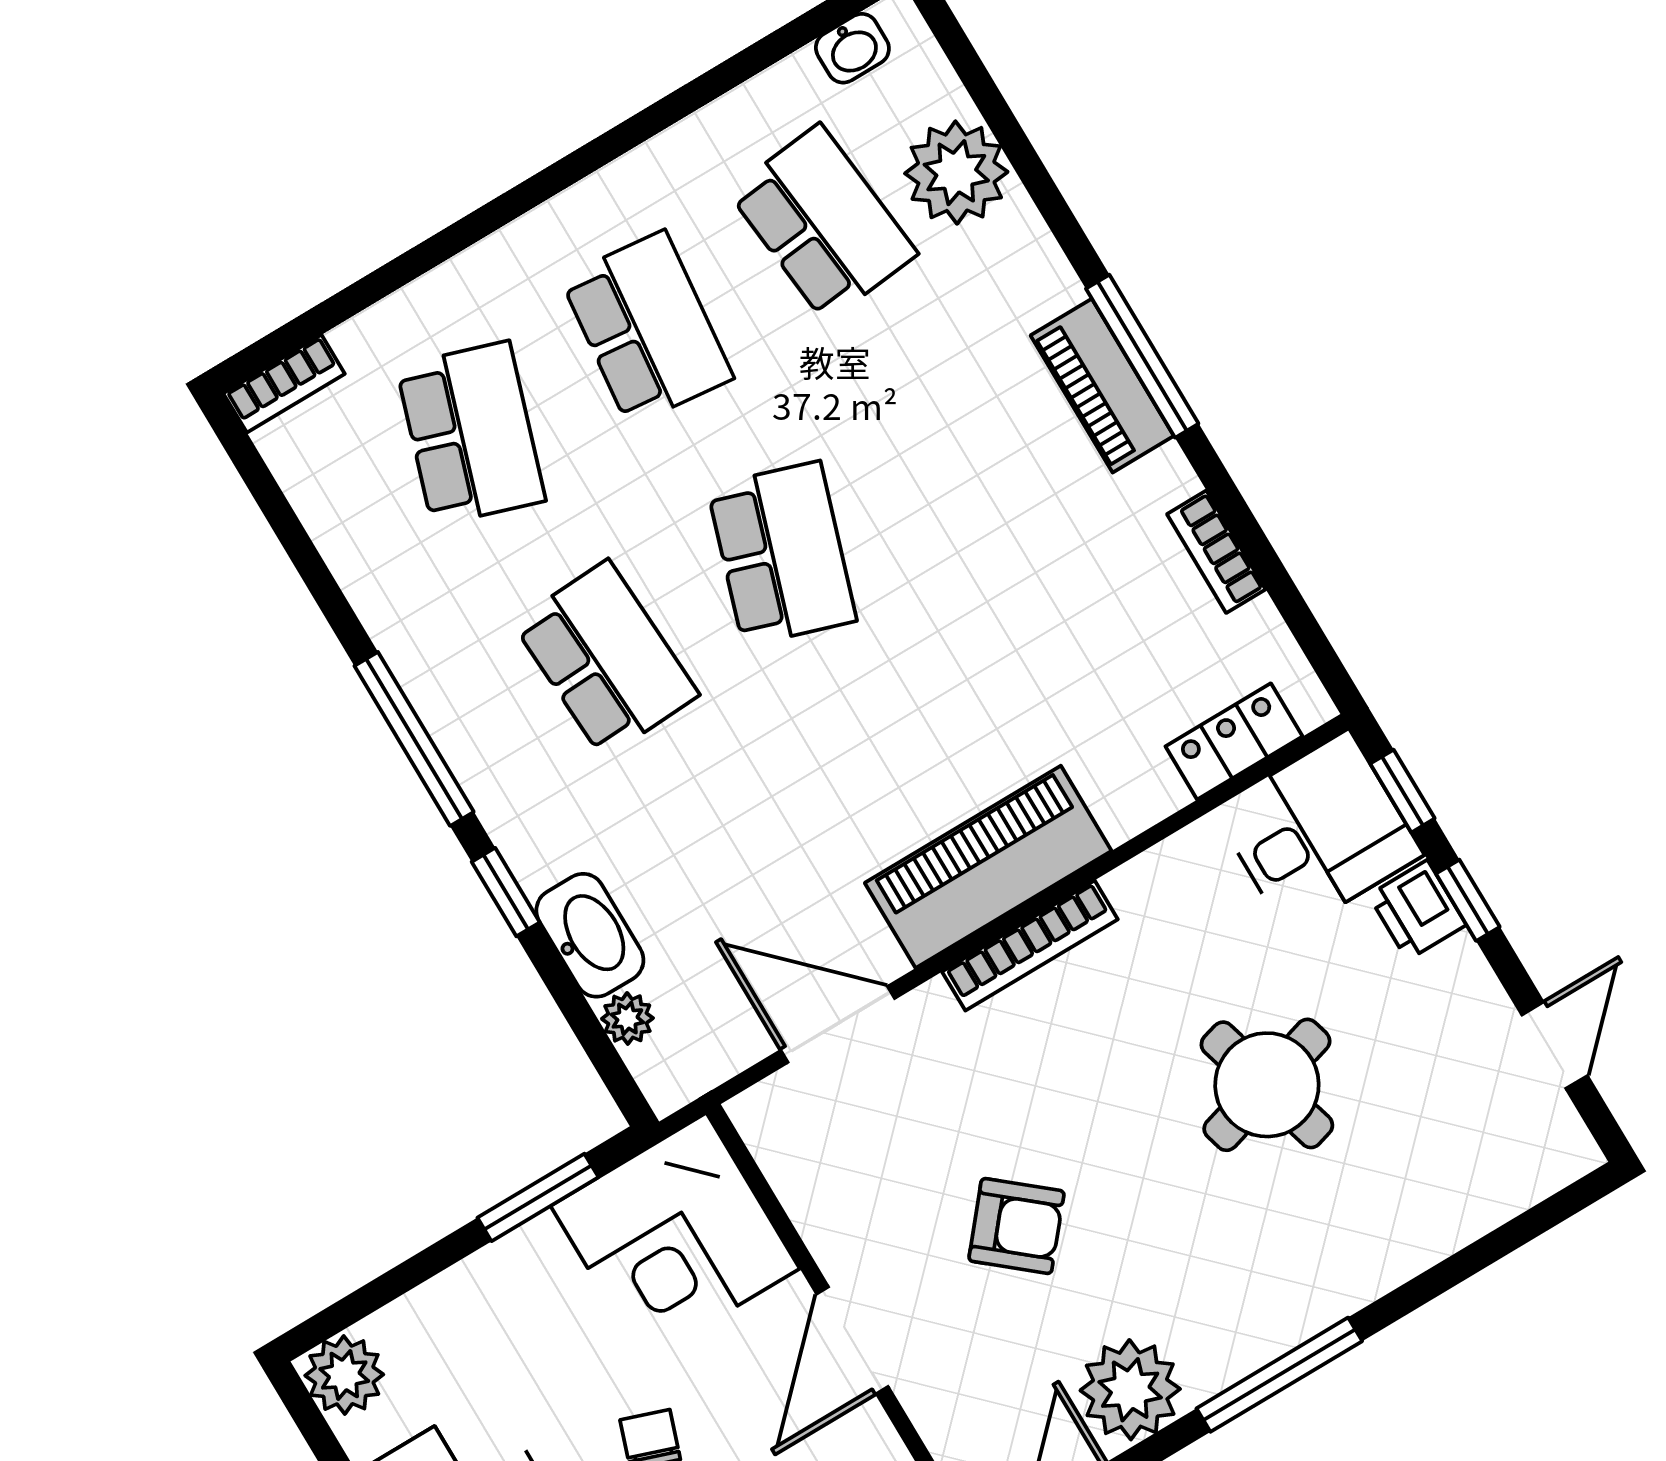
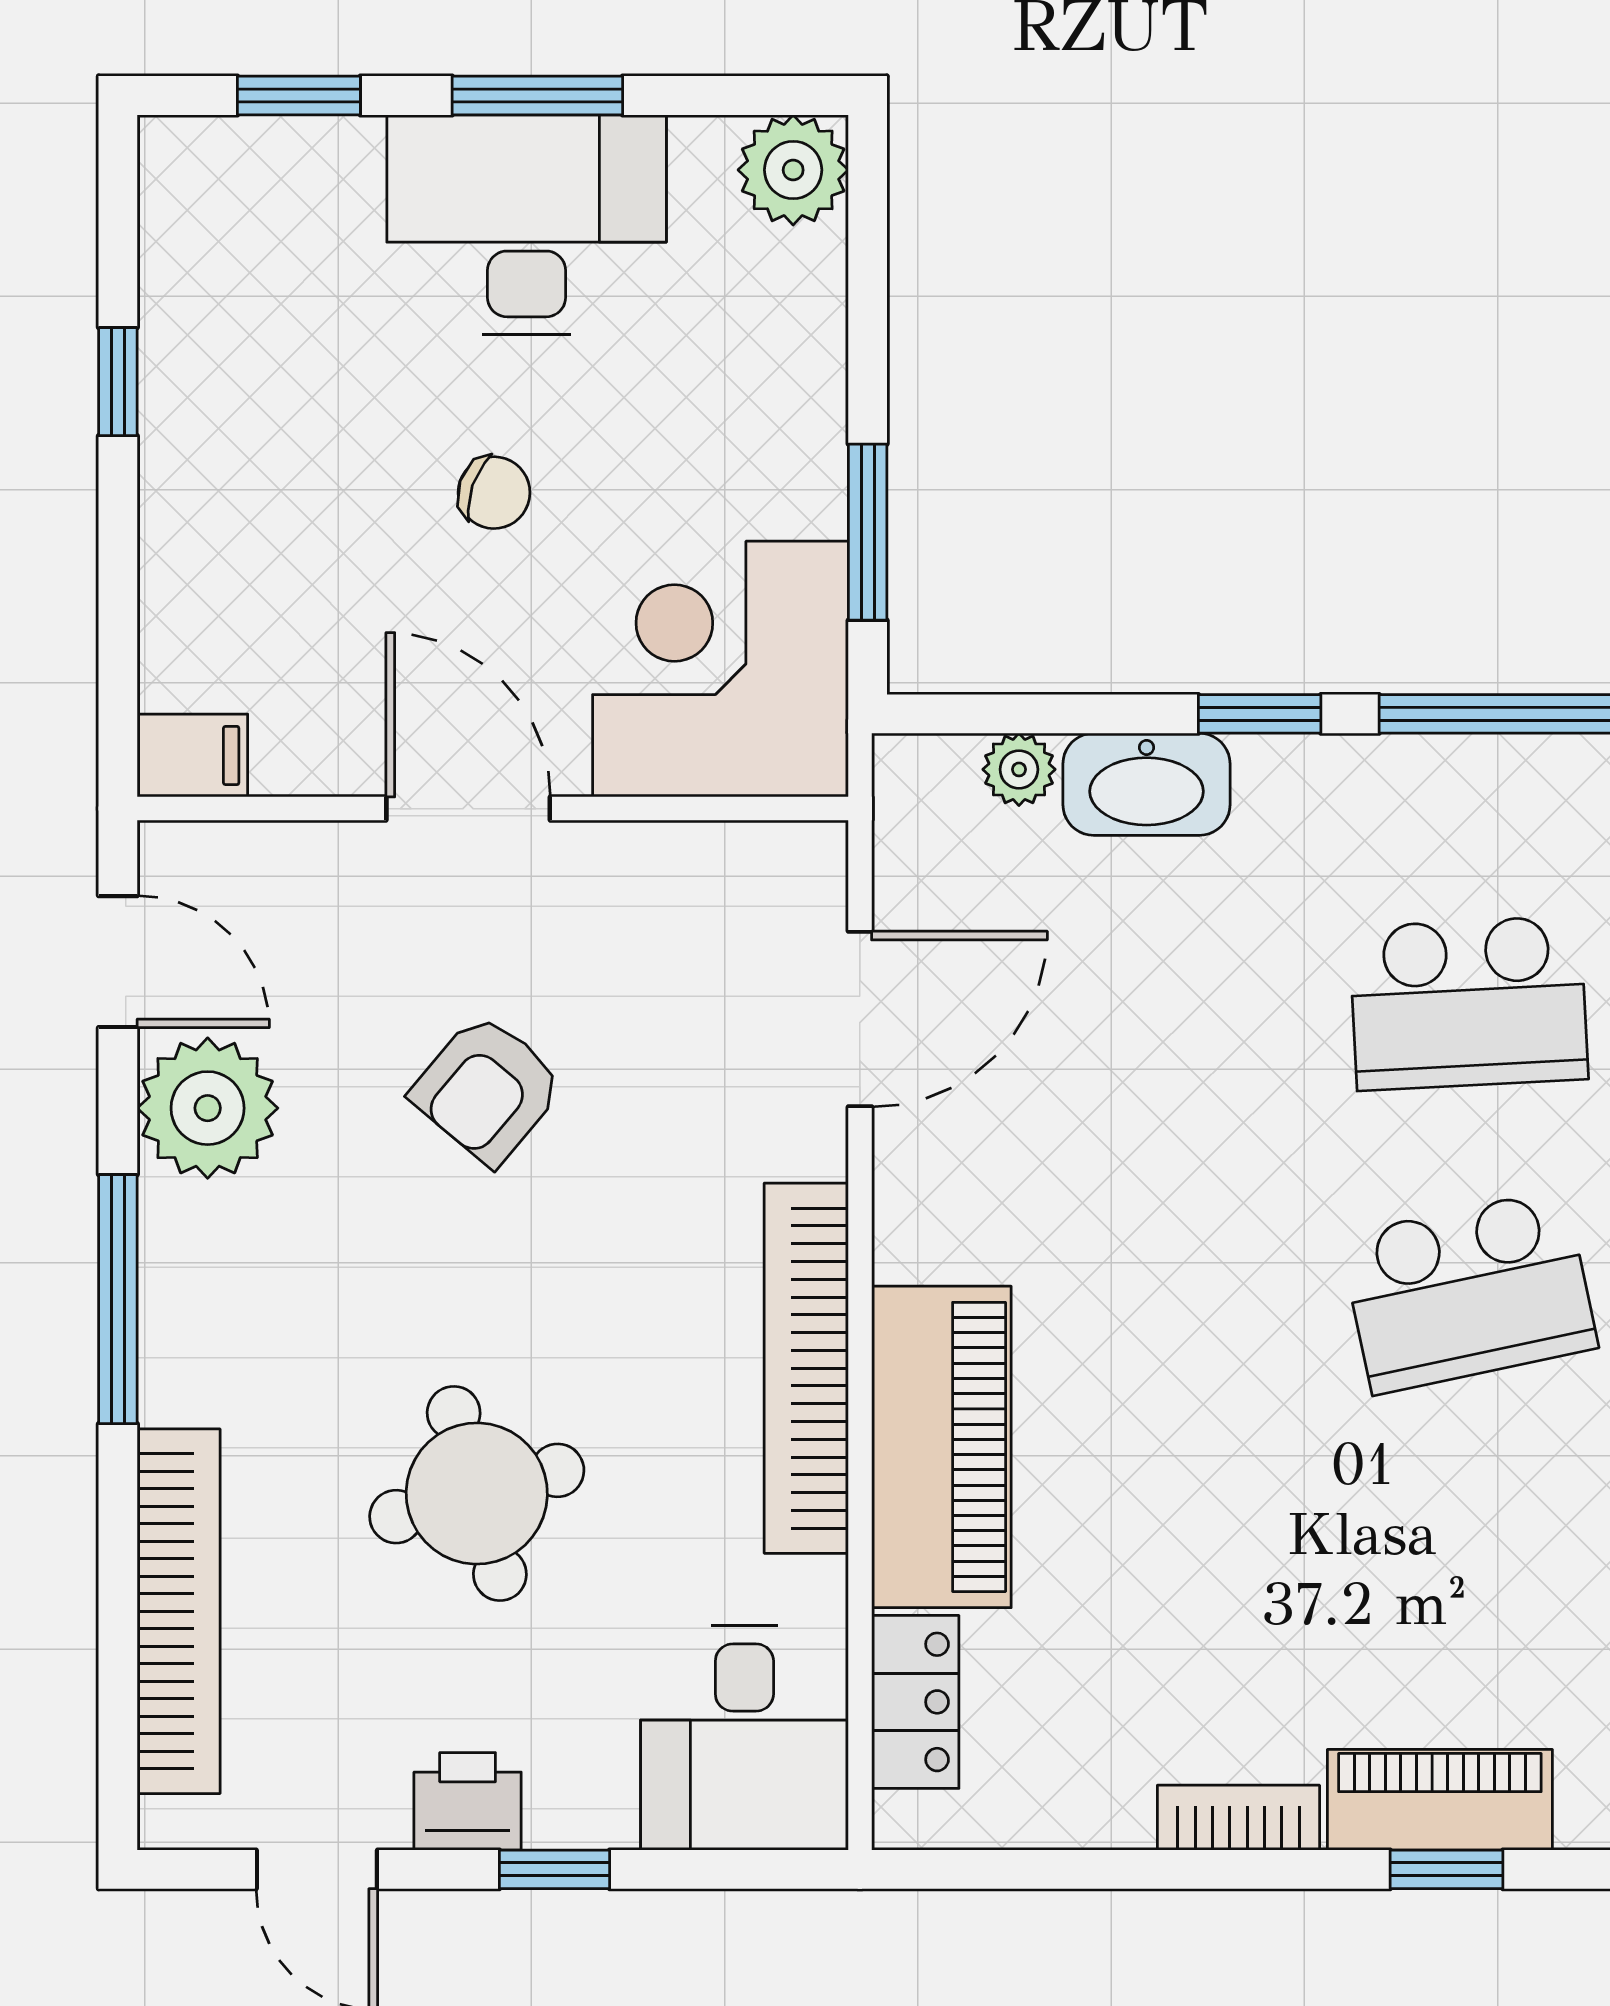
window: (1142, 356) -> (1447, 1869), width x0.46
bookcase: (1216, 552) -> (1238, 1818), moved
school desk: (782, 554) -> (1469, 1292), turned -30
window: (1402, 791) -> (734, 1869), removed
piano: (988, 867) -> (941, 1447), moved
printer: (1417, 910) -> (468, 1801), moved
bookcase: (1030, 945) -> (806, 1368), width x1.48, depth x1.31
bookcase: (1448, 1224) -> (179, 1611), added

